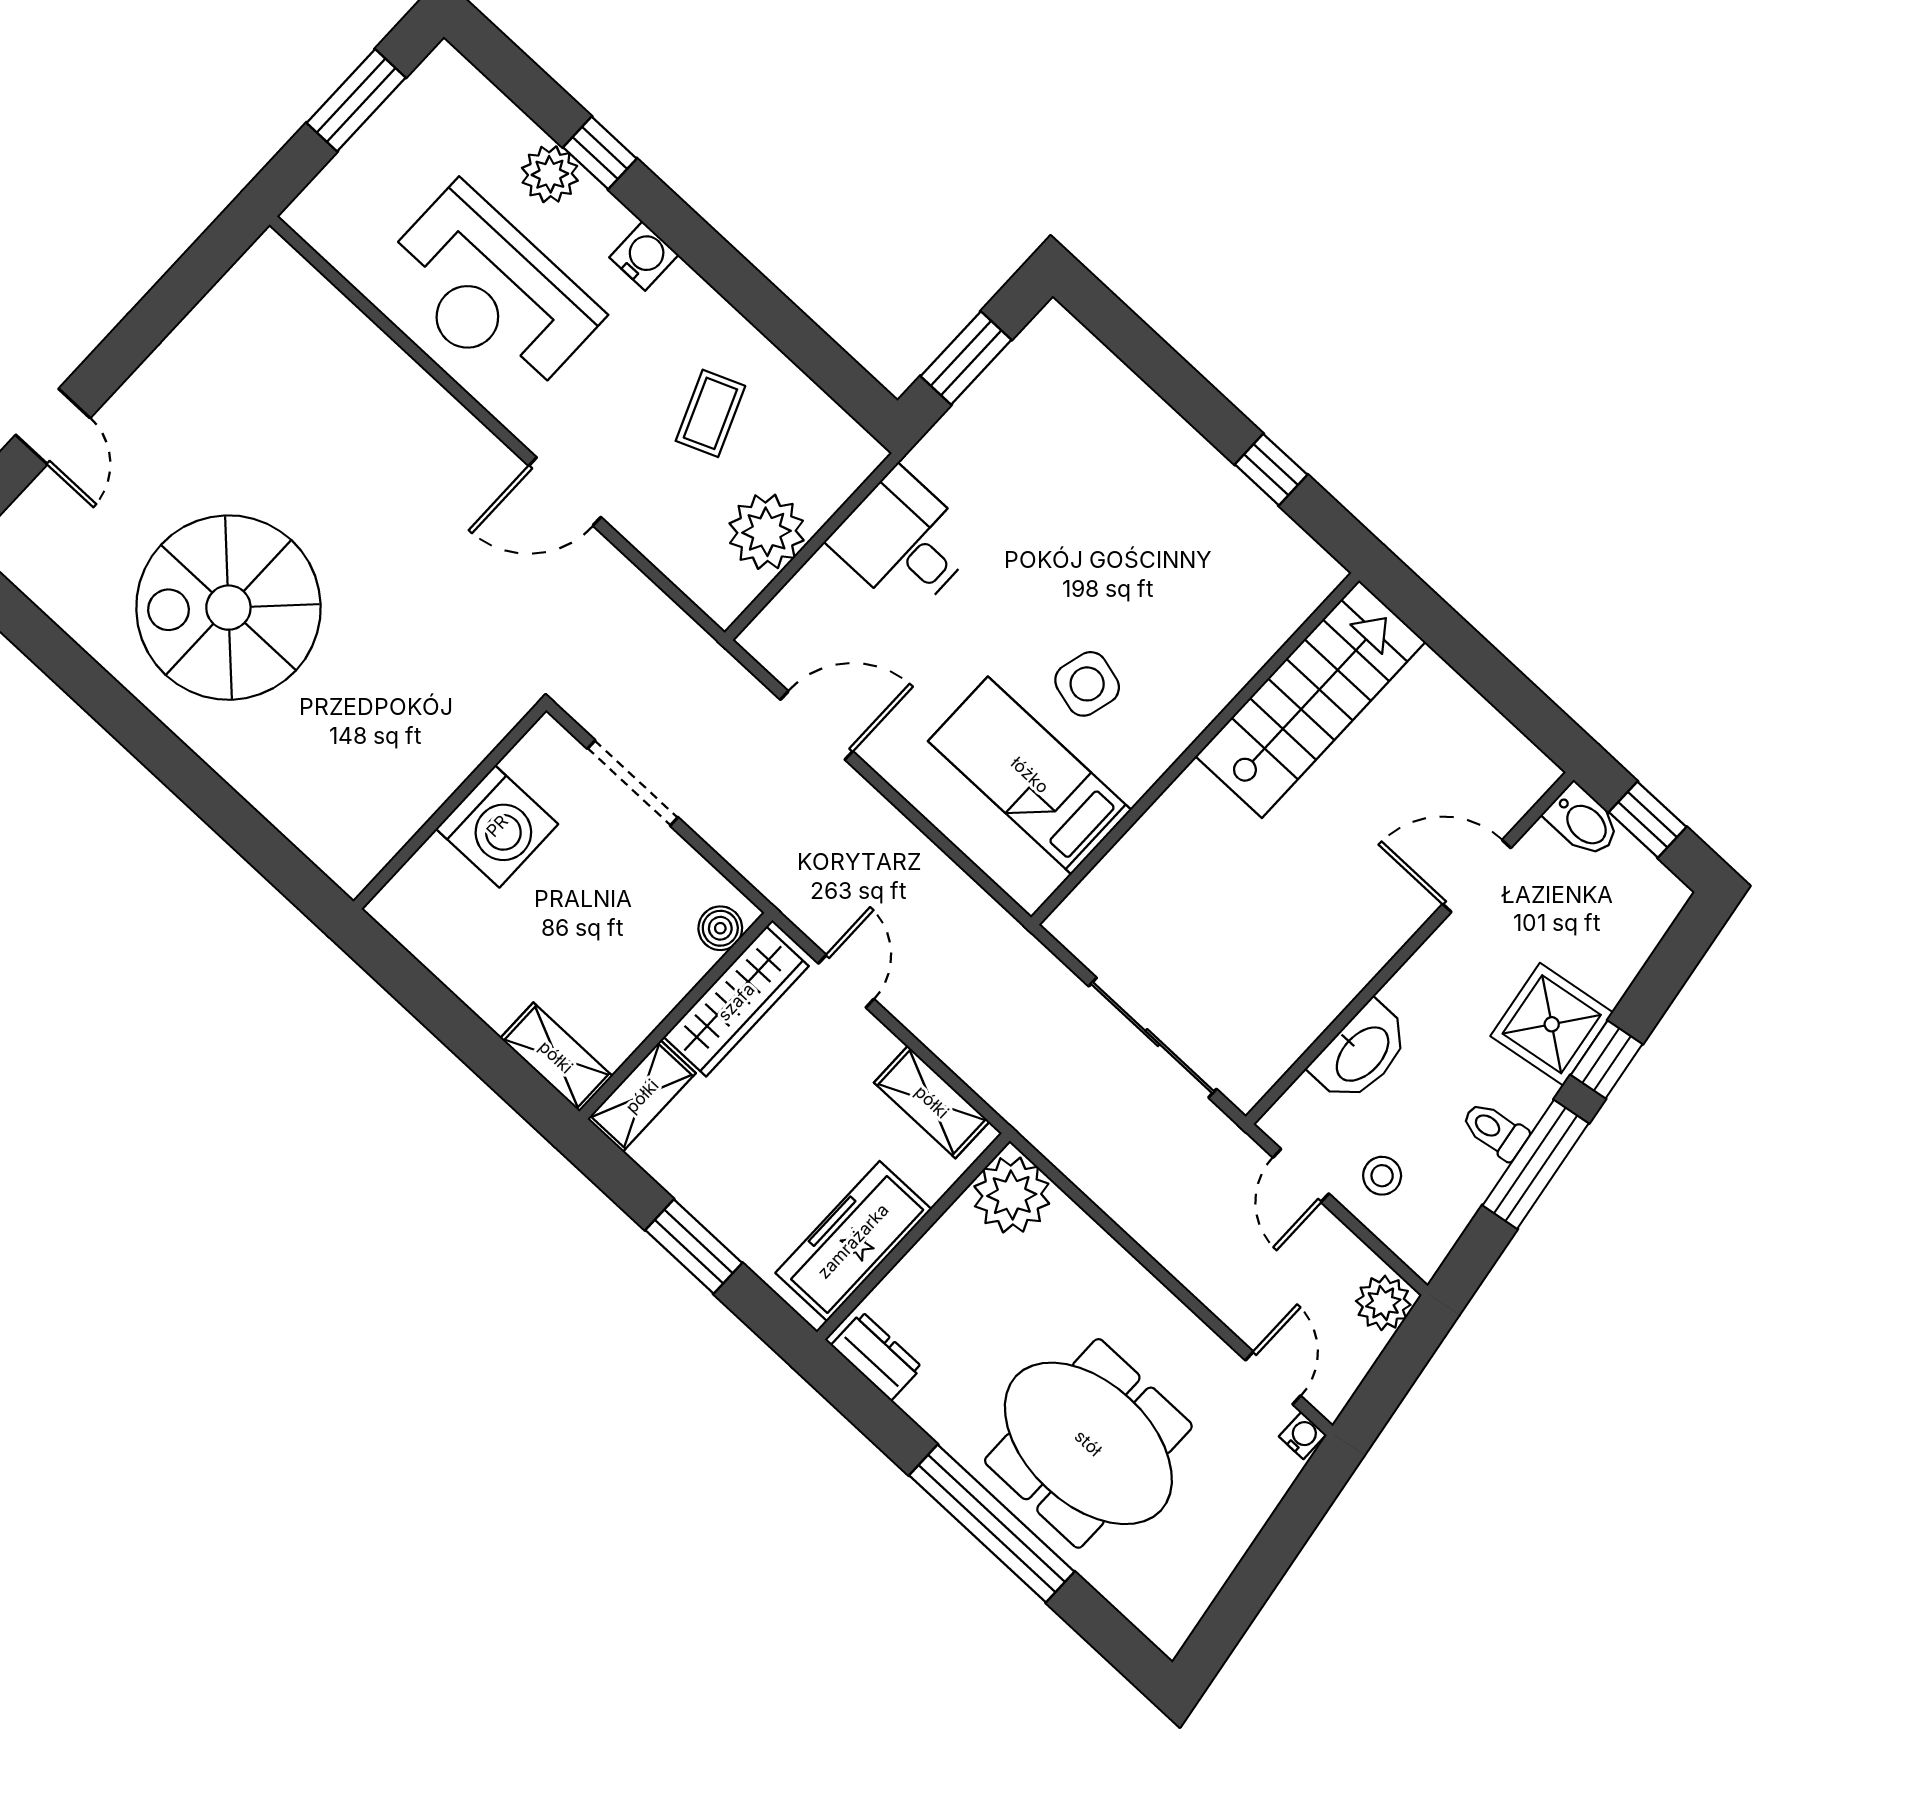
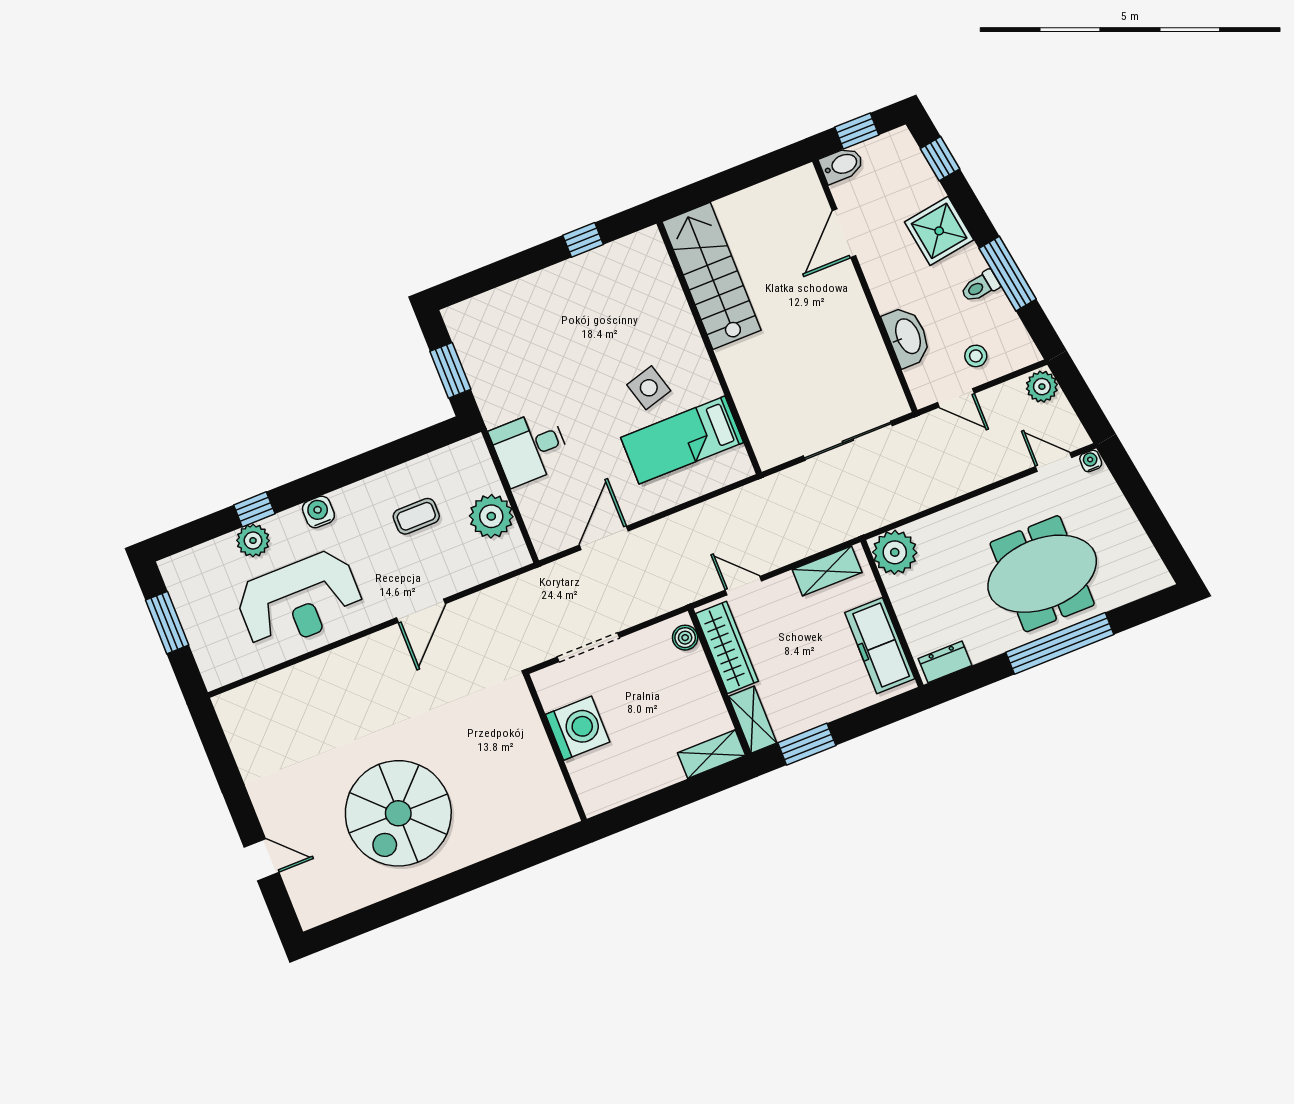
coffee table: (710, 413) -> (416, 516), turned -68
side table: (1087, 684) -> (649, 388), turned -31
window: (1607, 1060) -> (940, 159), moved
window: (694, 1246) -> (807, 744), moved

